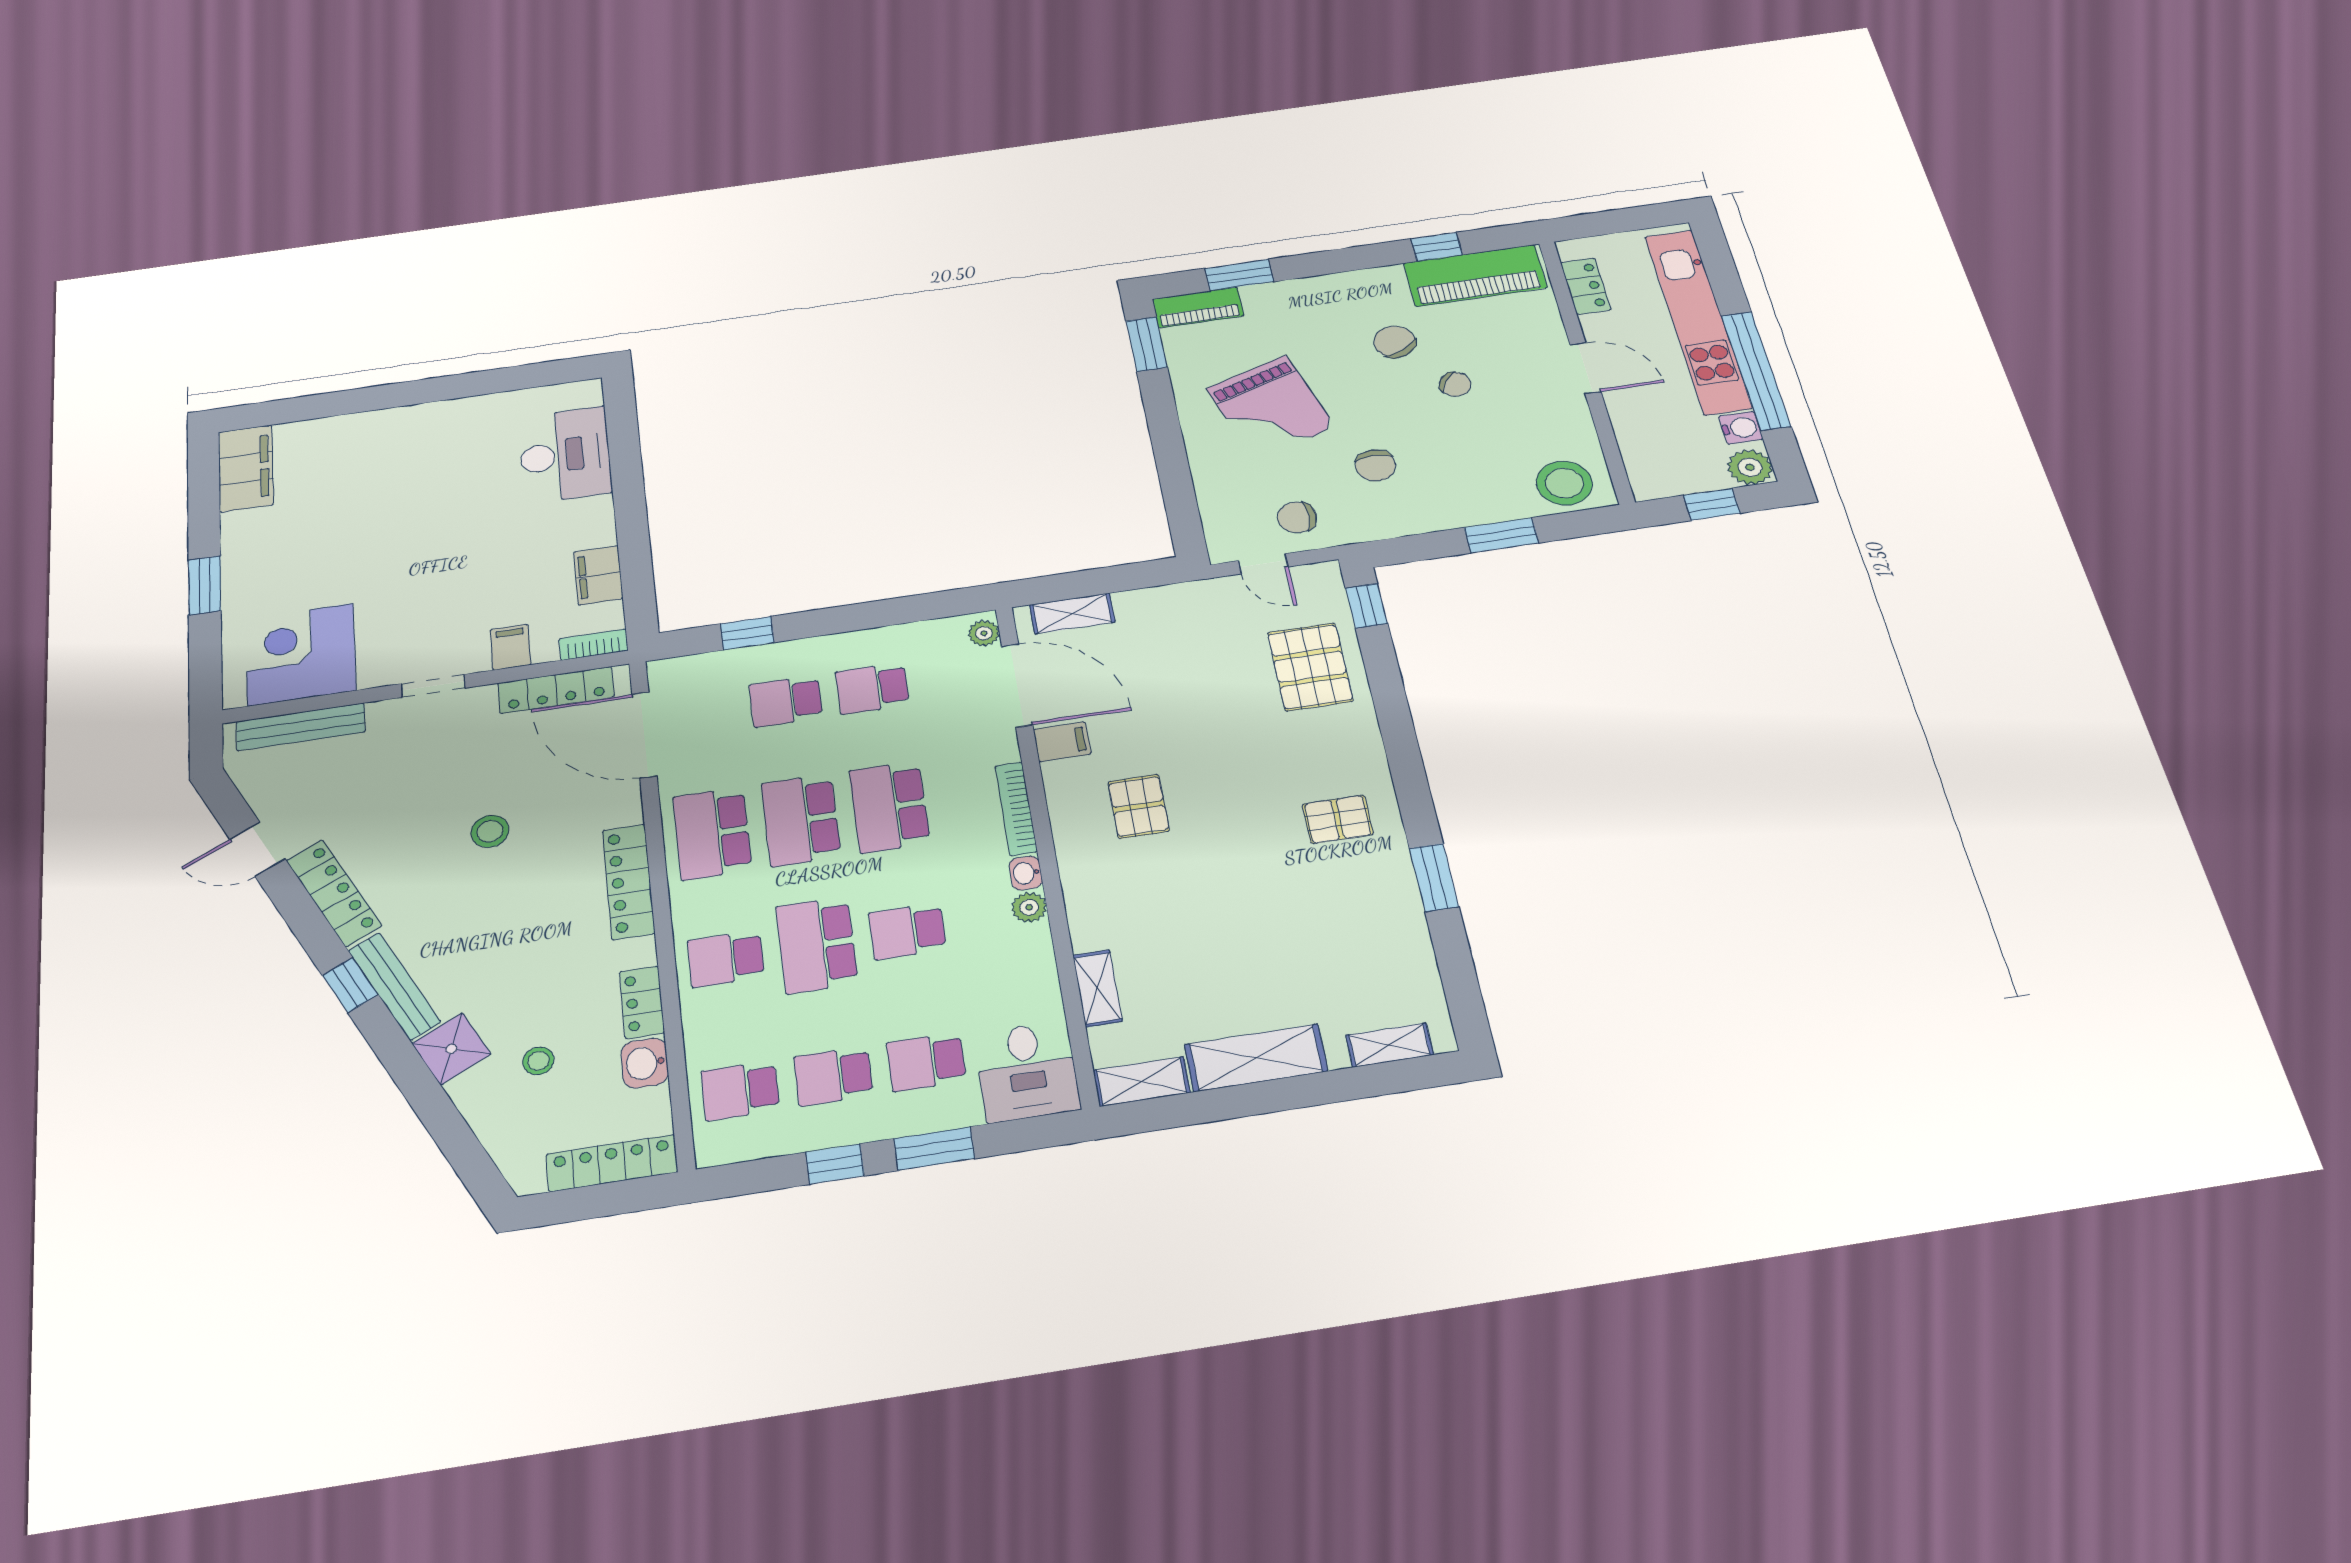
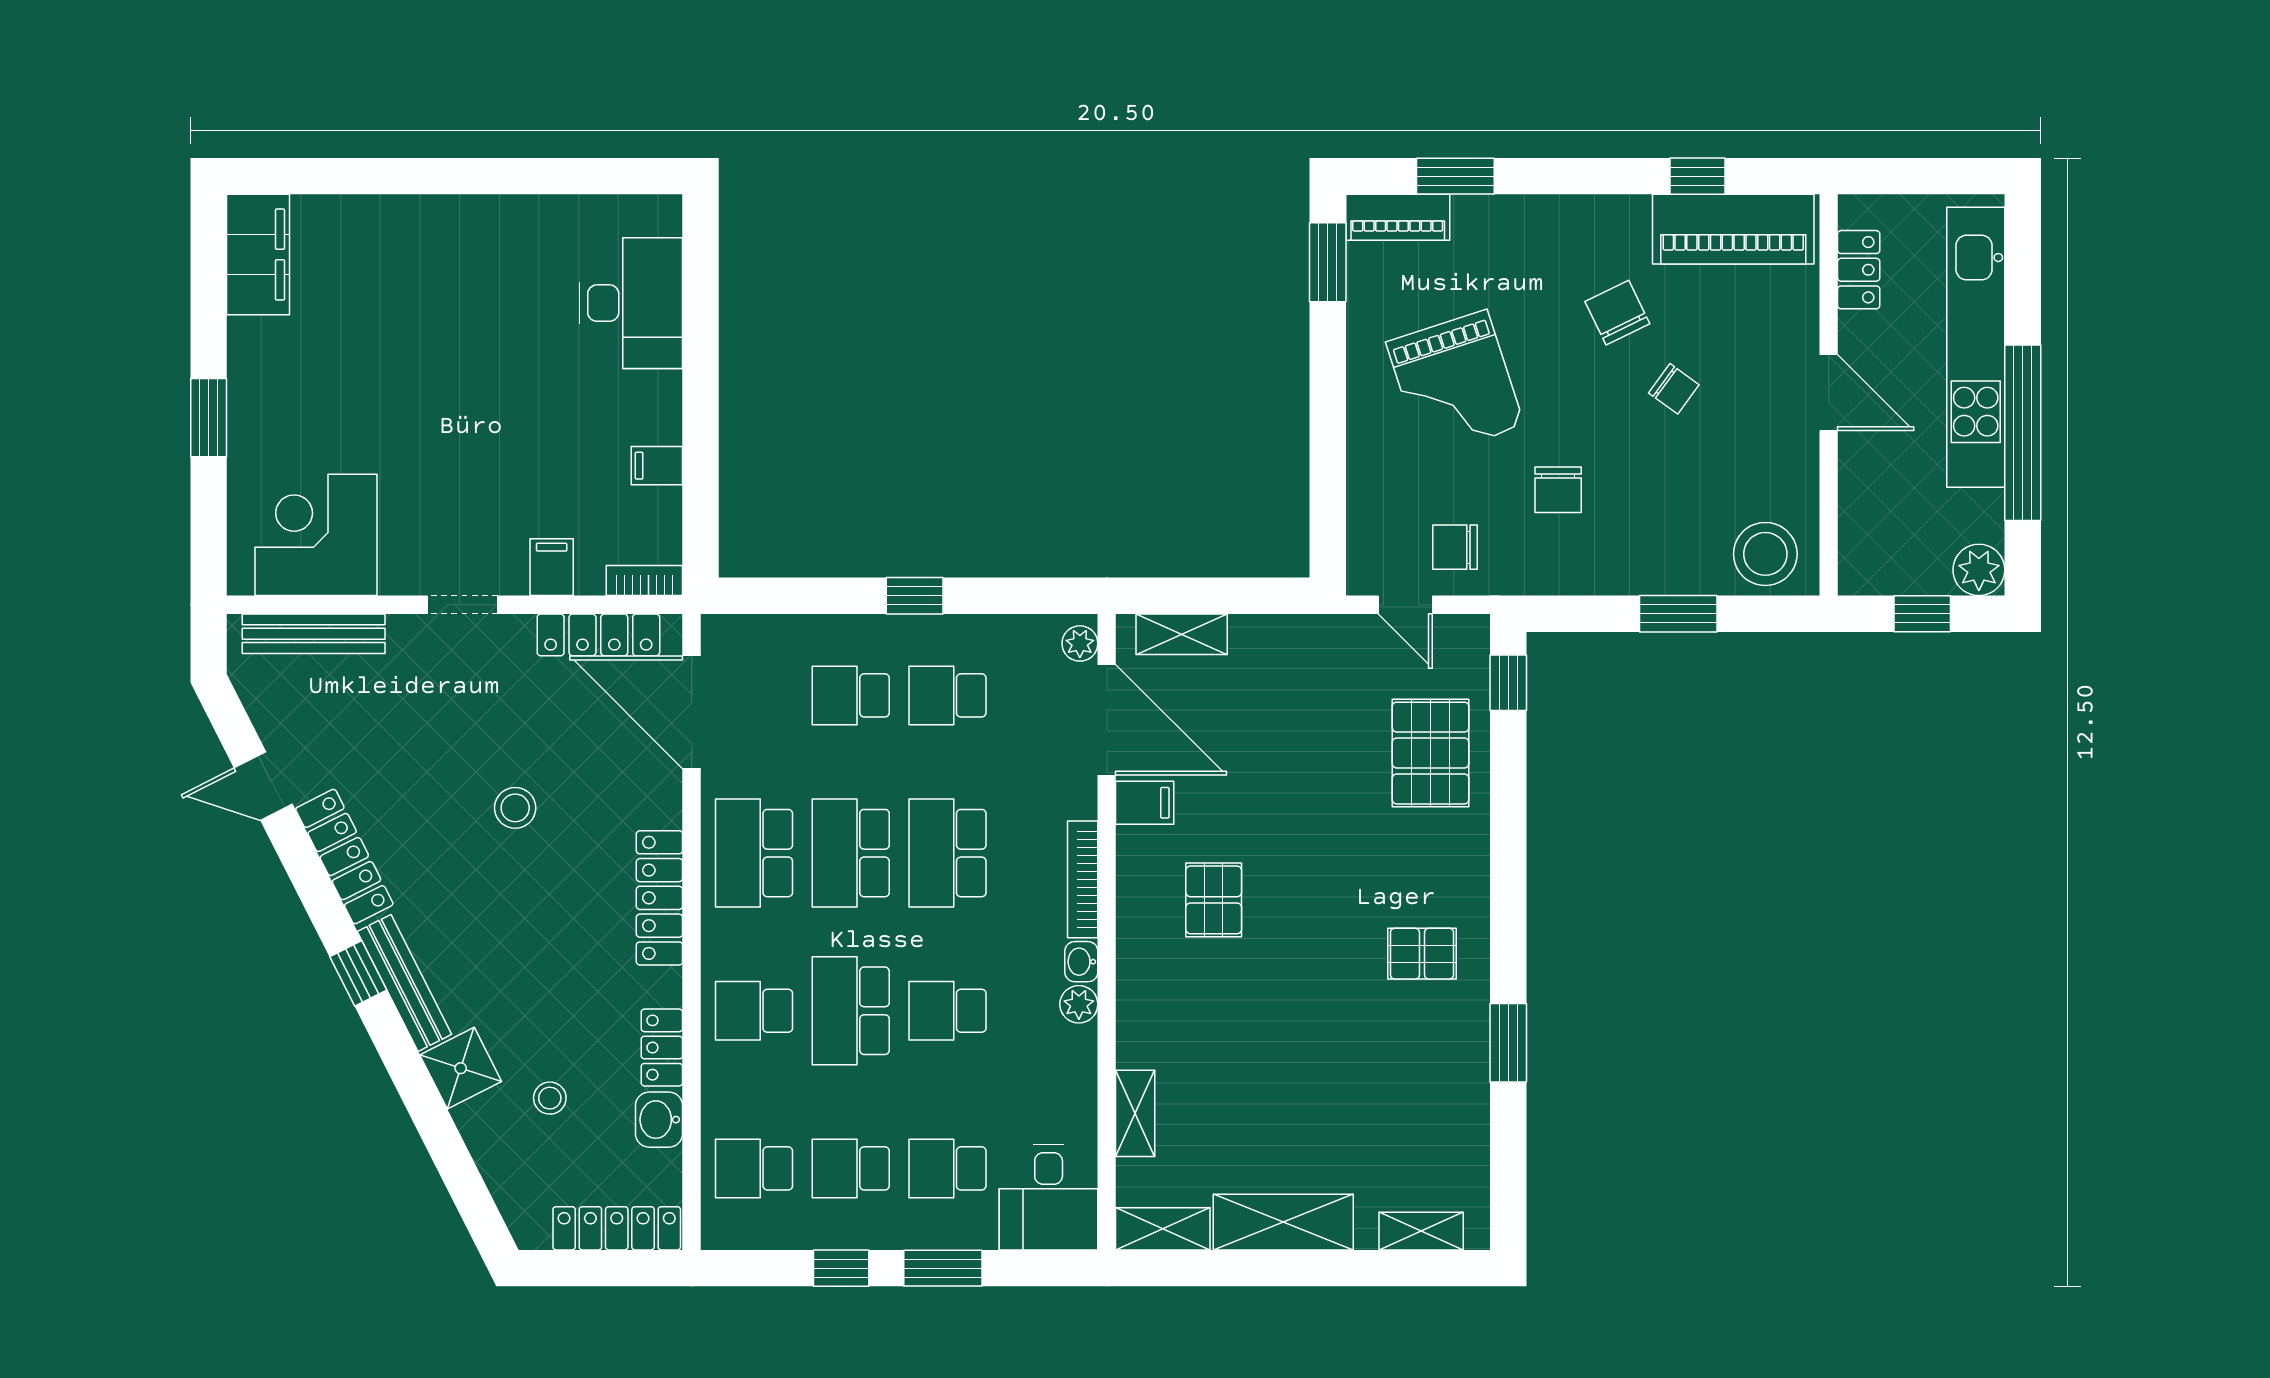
water cooler: (1741, 428) -> (1984, 512), removed
filing cabinet: (598, 575) -> (657, 466), width x0.50
window: (747, 633) -> (915, 596), moved

